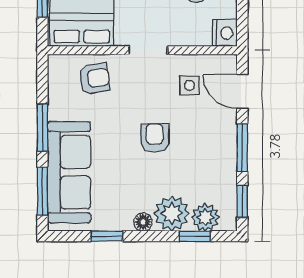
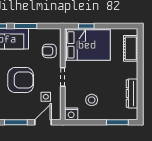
armchair: (94, 78) -> (49, 51), turned 99
armchair: (155, 138) -> (21, 80), width x1.88, depth x1.88

